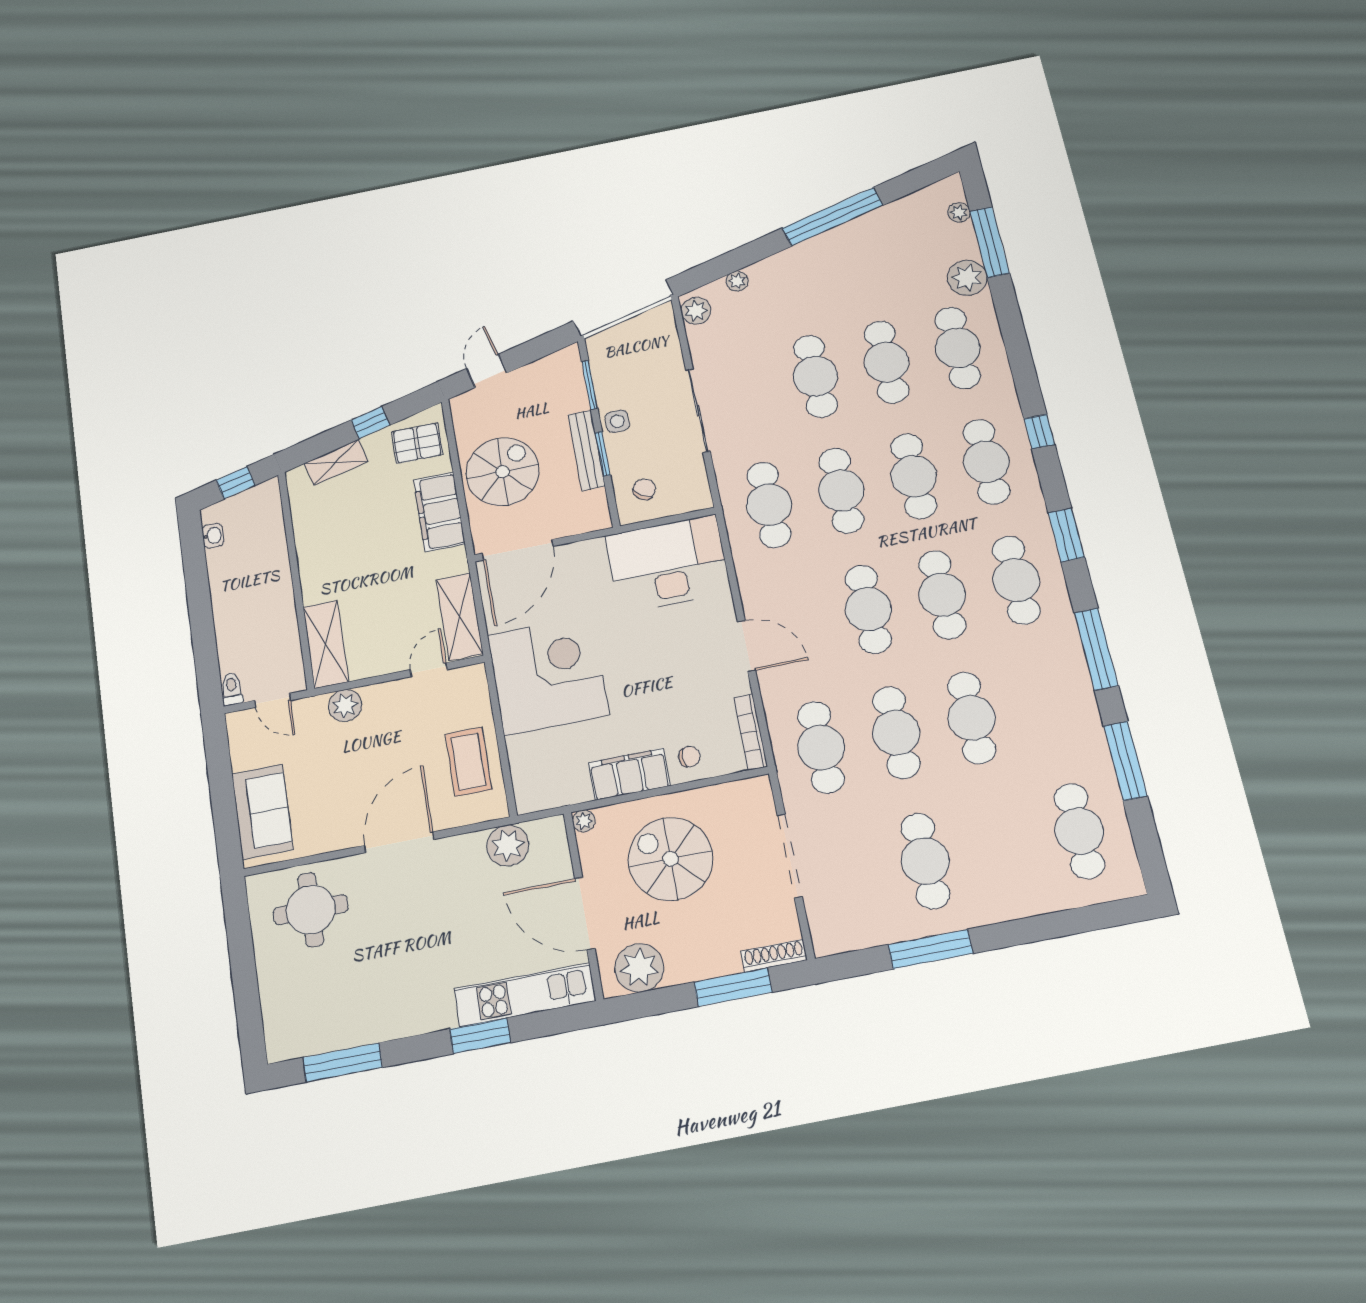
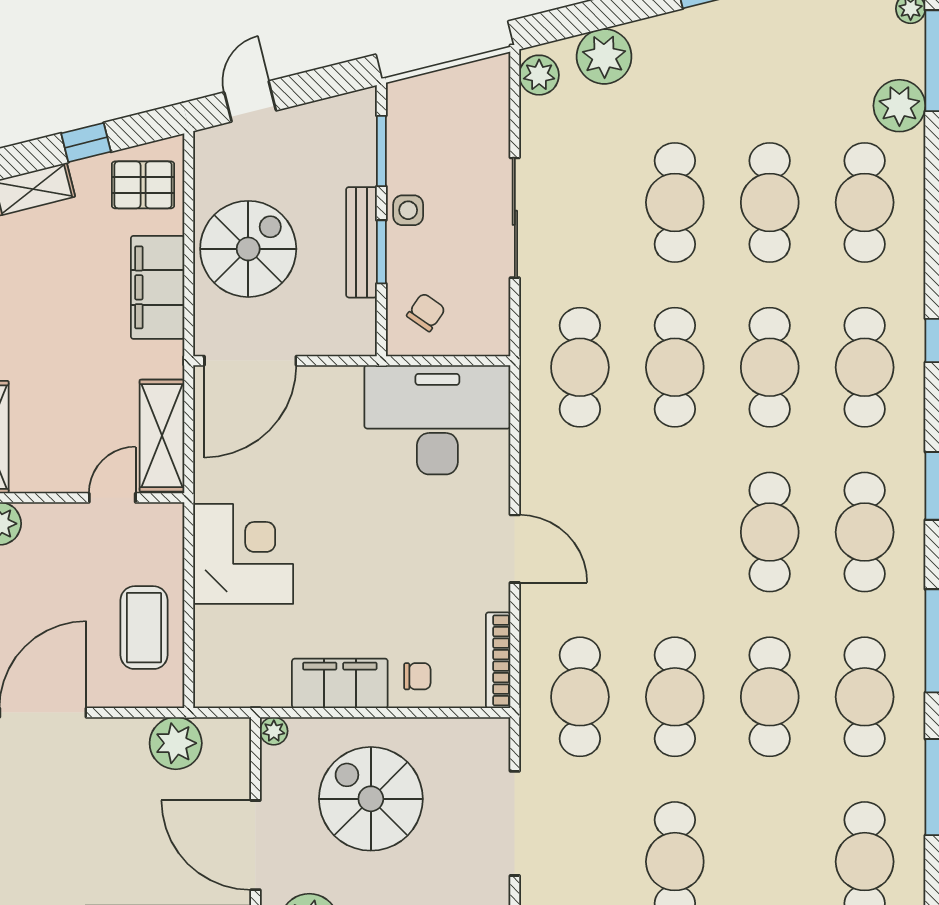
plant: (737, 281) -> (604, 56), width x1.88, depth x1.88
cafe table: (868, 609) -> (865, 697), moved
corner desk: (548, 675) -> (243, 554), width x0.74, depth x0.74

